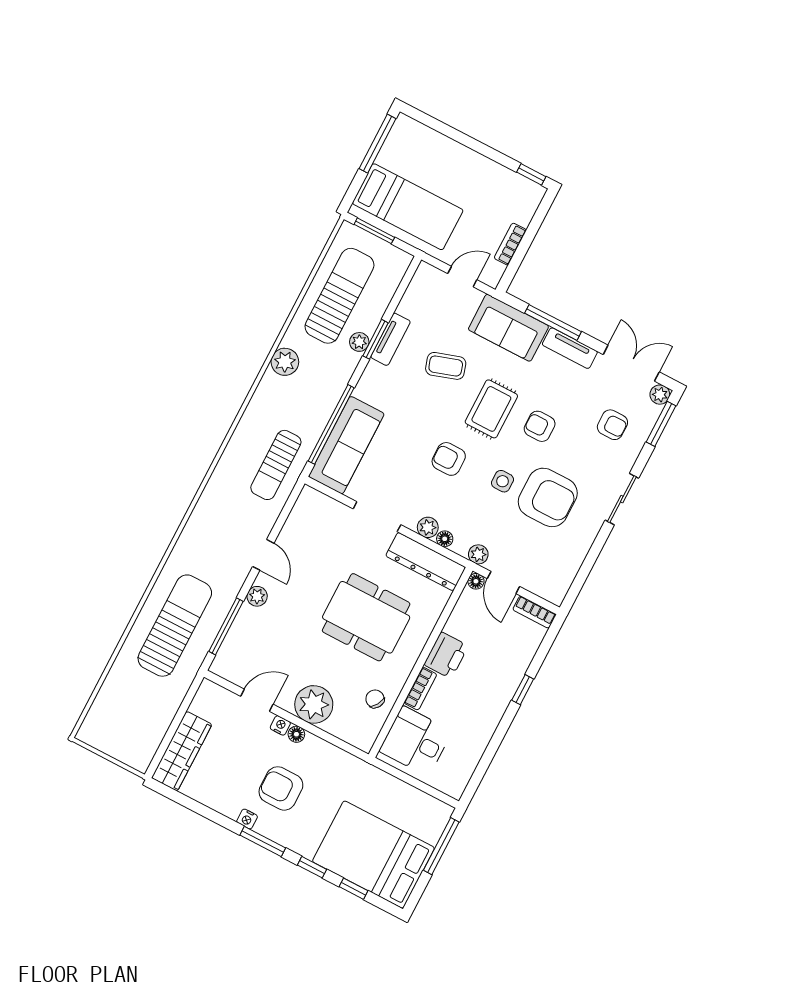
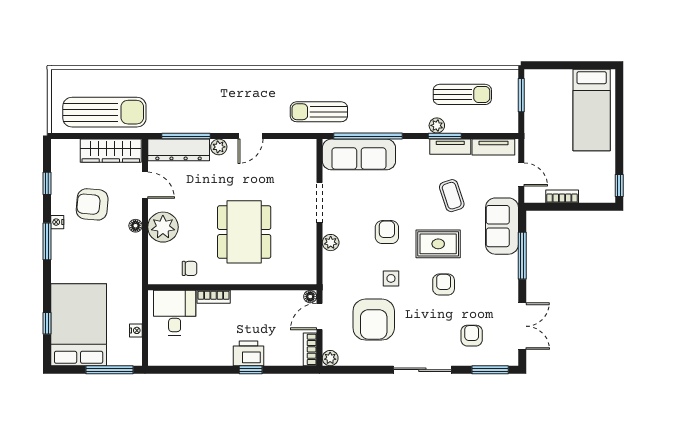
window: (377, 144) -> (584, 65), removed
bed: (408, 207) -> (592, 110), moved
sun lounger: (339, 296) -> (462, 94), width x0.73, depth x0.75
tv unit: (570, 348) -> (493, 147), moved, turned -90
plant: (285, 362) -> (395, 80), removed
plant: (660, 395) -> (510, 358), removed
armchair: (612, 425) -> (472, 336), turned 180
armchair: (548, 497) -> (374, 320), moved
sliding door: (622, 499) -> (422, 370), width x1.37
floor lamp: (445, 539) -> (329, 259), removed
plant: (478, 554) -> (330, 358), moved
dresser: (426, 562) -> (179, 150), moved, turned -90
sun lounger: (175, 626) -> (104, 112), moved
printer: (446, 655) -> (249, 353), moved, turned 180
chair: (375, 699) -> (190, 268), turned 58
nightstand: (280, 725) -> (136, 330), moved
wardrobe: (182, 751) -> (111, 151), moved
armchair: (281, 788) -> (92, 204), moved, turned -85
window: (312, 867) -> (47, 183), moved

